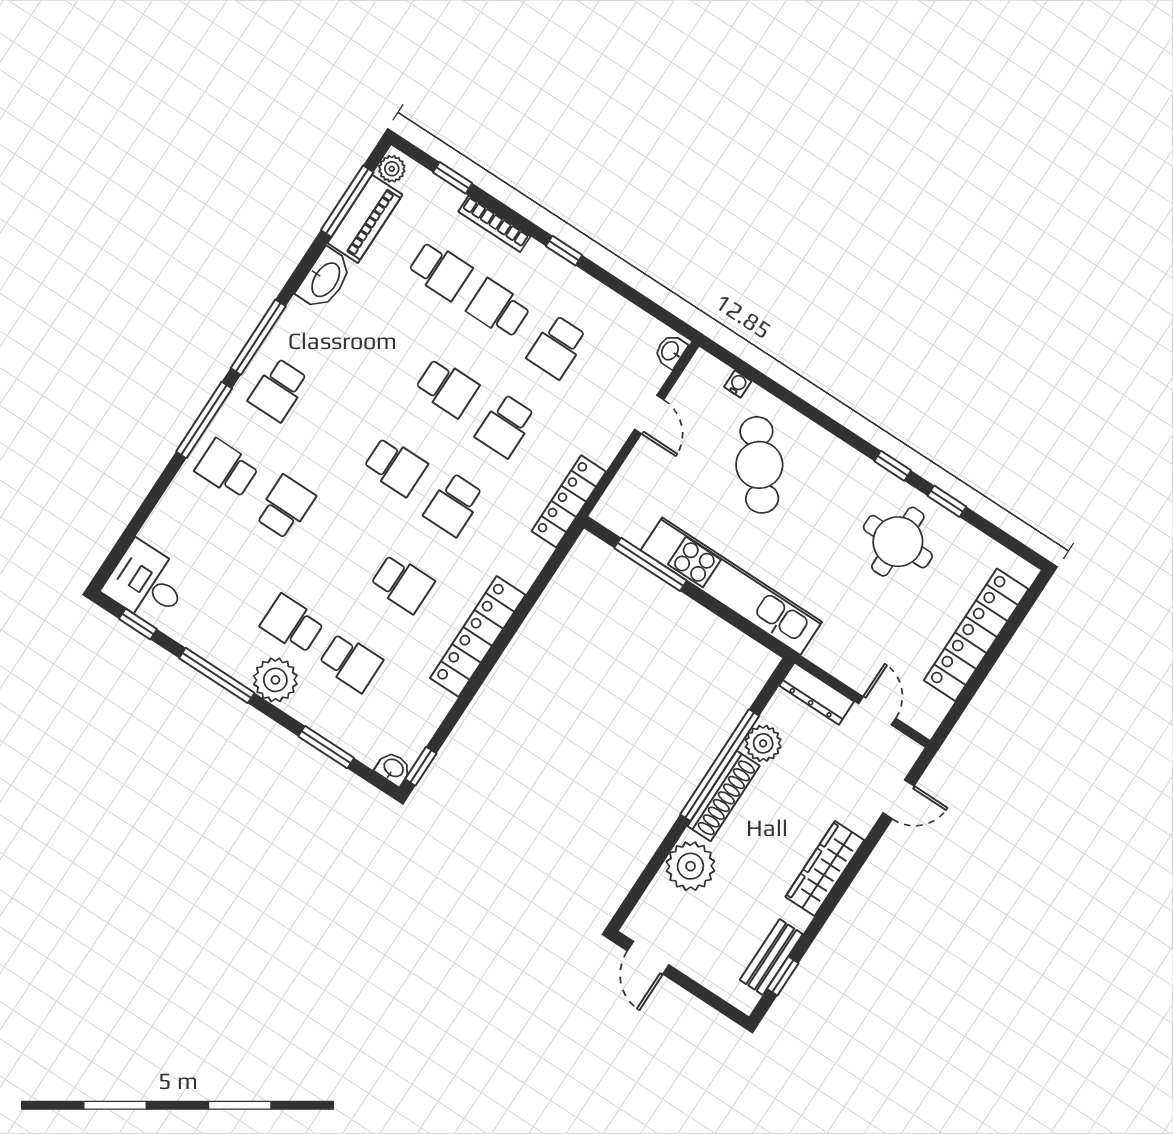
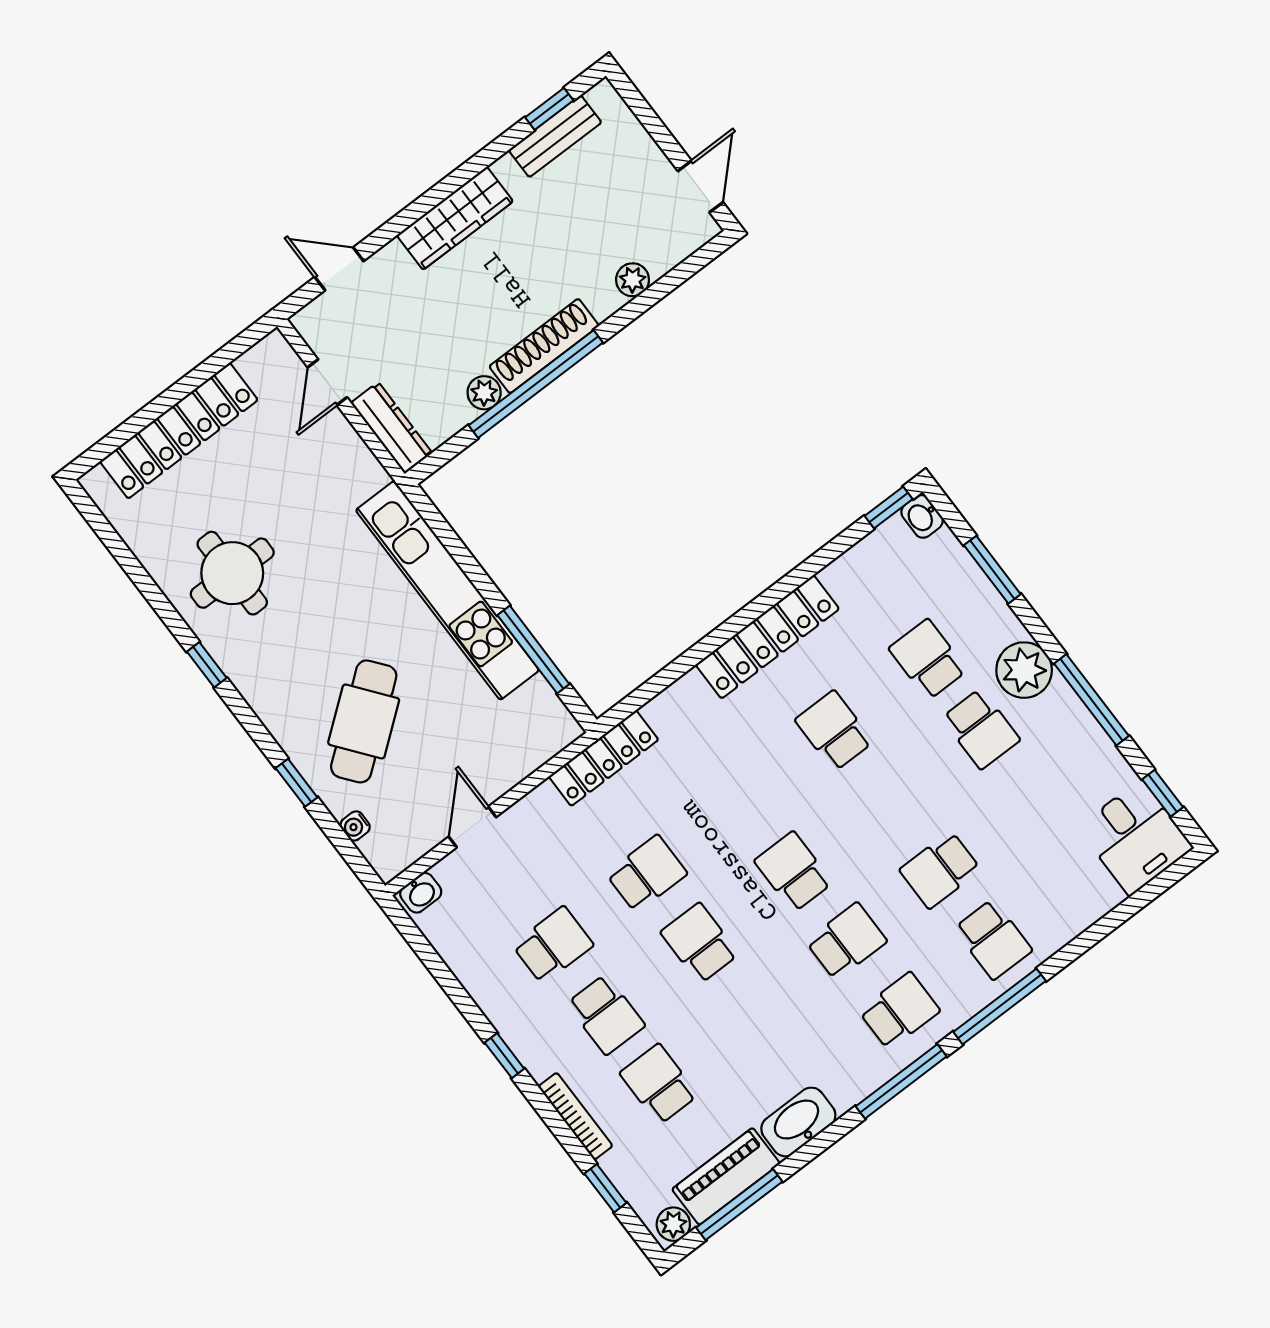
window: (947, 501) -> (297, 783), moved
school desk: (454, 505) -> (846, 941), moved
plant: (763, 743) -> (484, 393), width x0.73, depth x0.73
plant: (690, 866) -> (633, 280), width x0.53, depth x0.53

